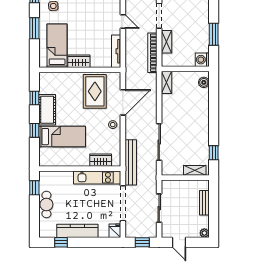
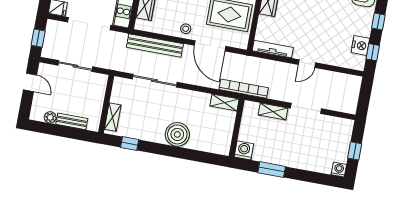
bookcase: (152, 53) -> (244, 89), moved
boiler: (204, 82) -> (177, 134), moved, width x1.86, depth x1.86
bench: (131, 162) -> (155, 46), moved
plant: (204, 233) -> (50, 117), moved
door: (179, 242) -> (30, 82), swing flipped

